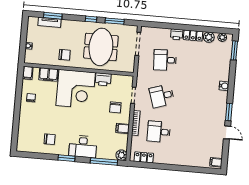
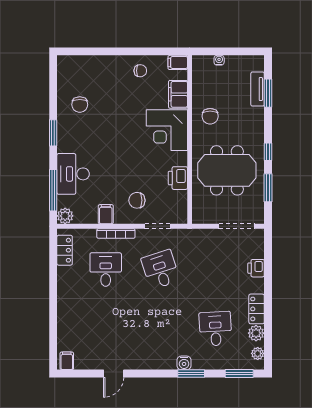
printer: (177, 34) -> (256, 268), moved
desk: (165, 60) -> (215, 329), moved
corner desk: (76, 89) -> (167, 130), width x0.74, depth x0.74
window: (229, 112) -> (191, 374), moved
desk: (83, 147) -> (73, 174), moved

